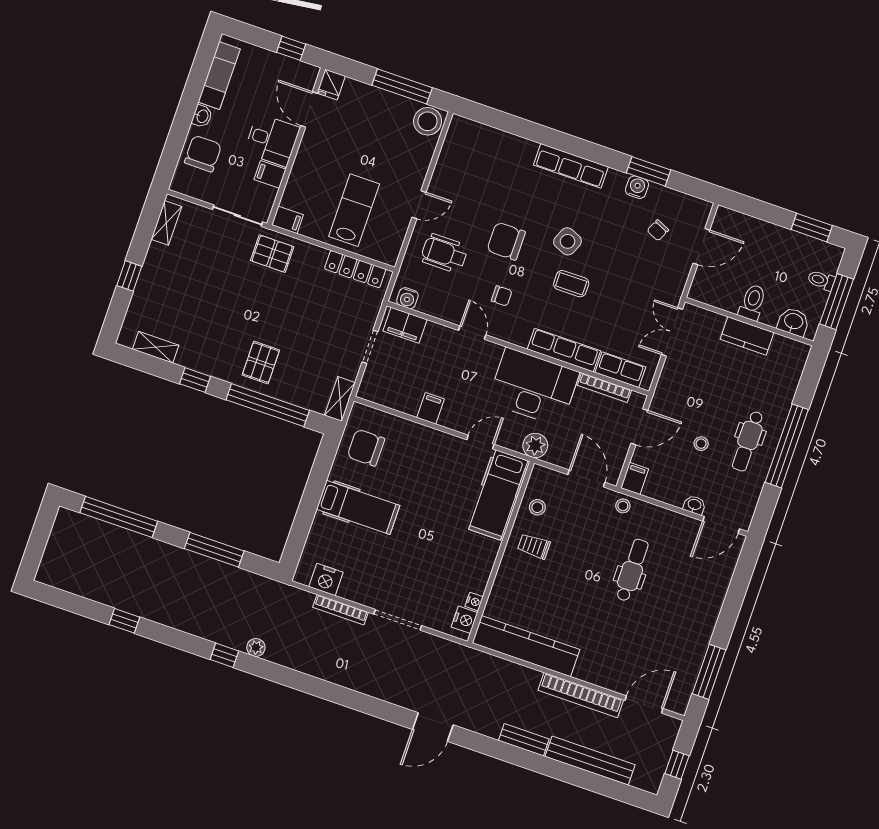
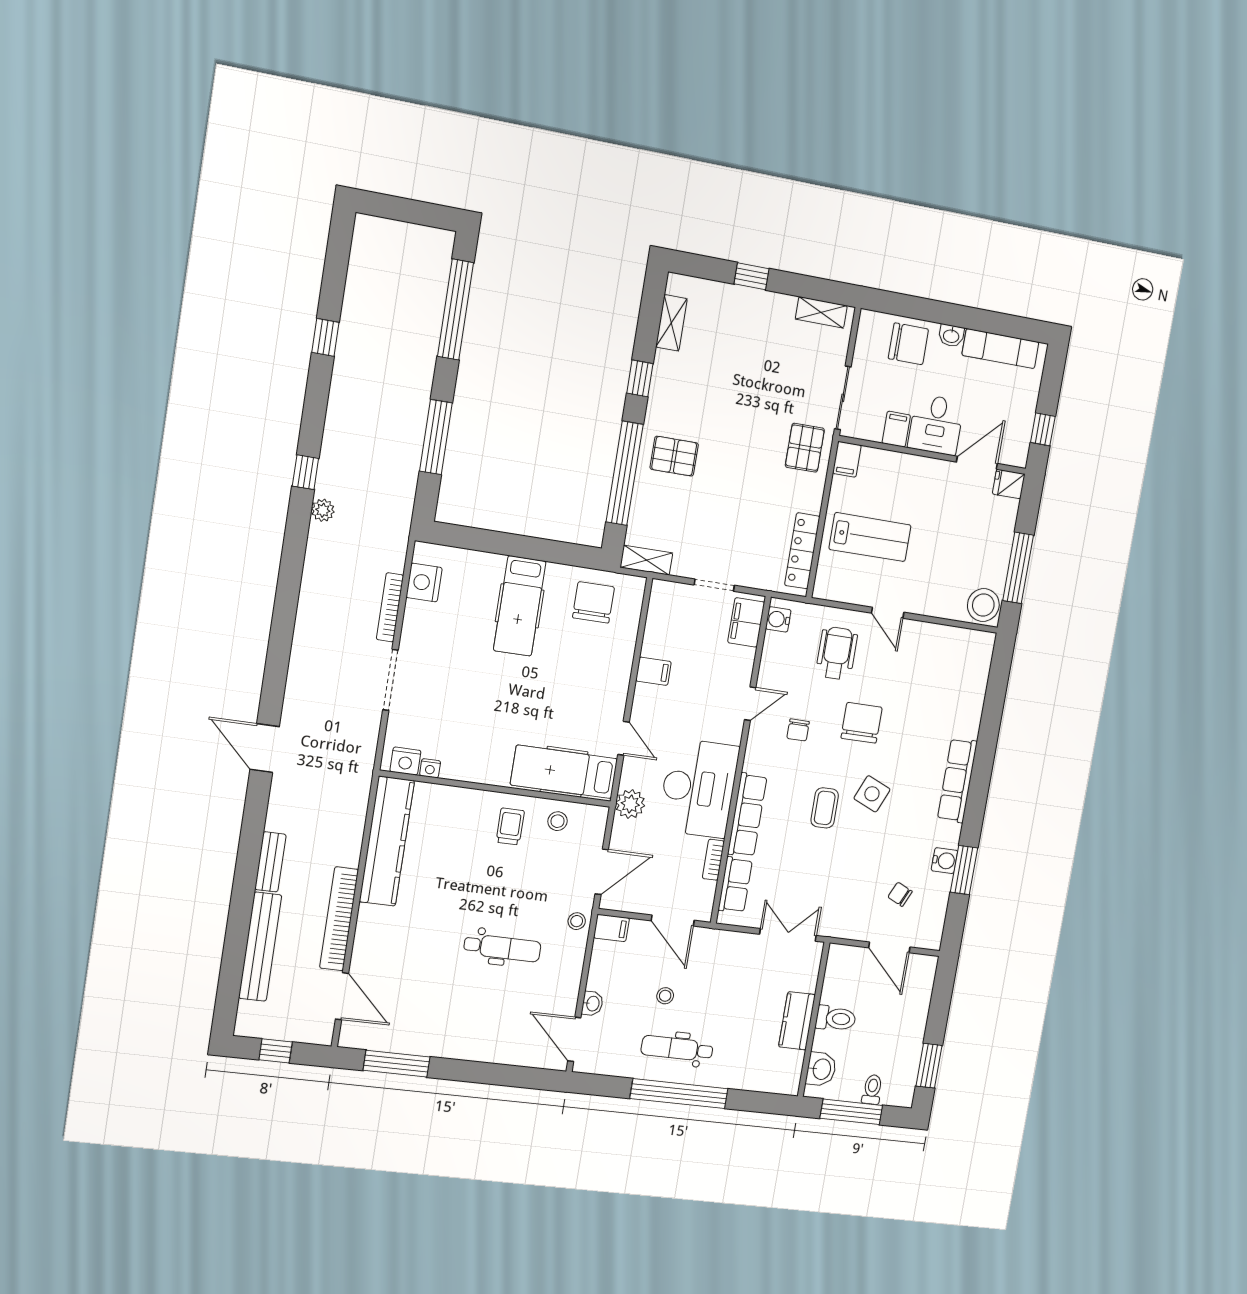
bookcase: (604, 388) -> (713, 860), width x0.64

